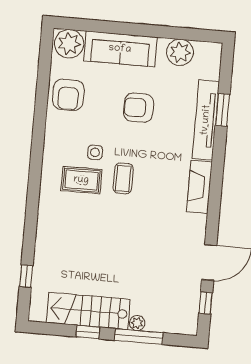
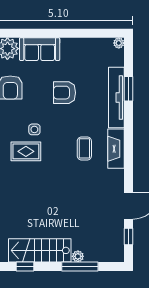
sofa: (120, 49) -> (40, 49), width x0.73
plant: (180, 52) -> (119, 43), moved, width x0.53, depth x0.53
coffee table: (123, 178) -> (84, 148), moved
window: (88, 332) -> (25, 266), moved

